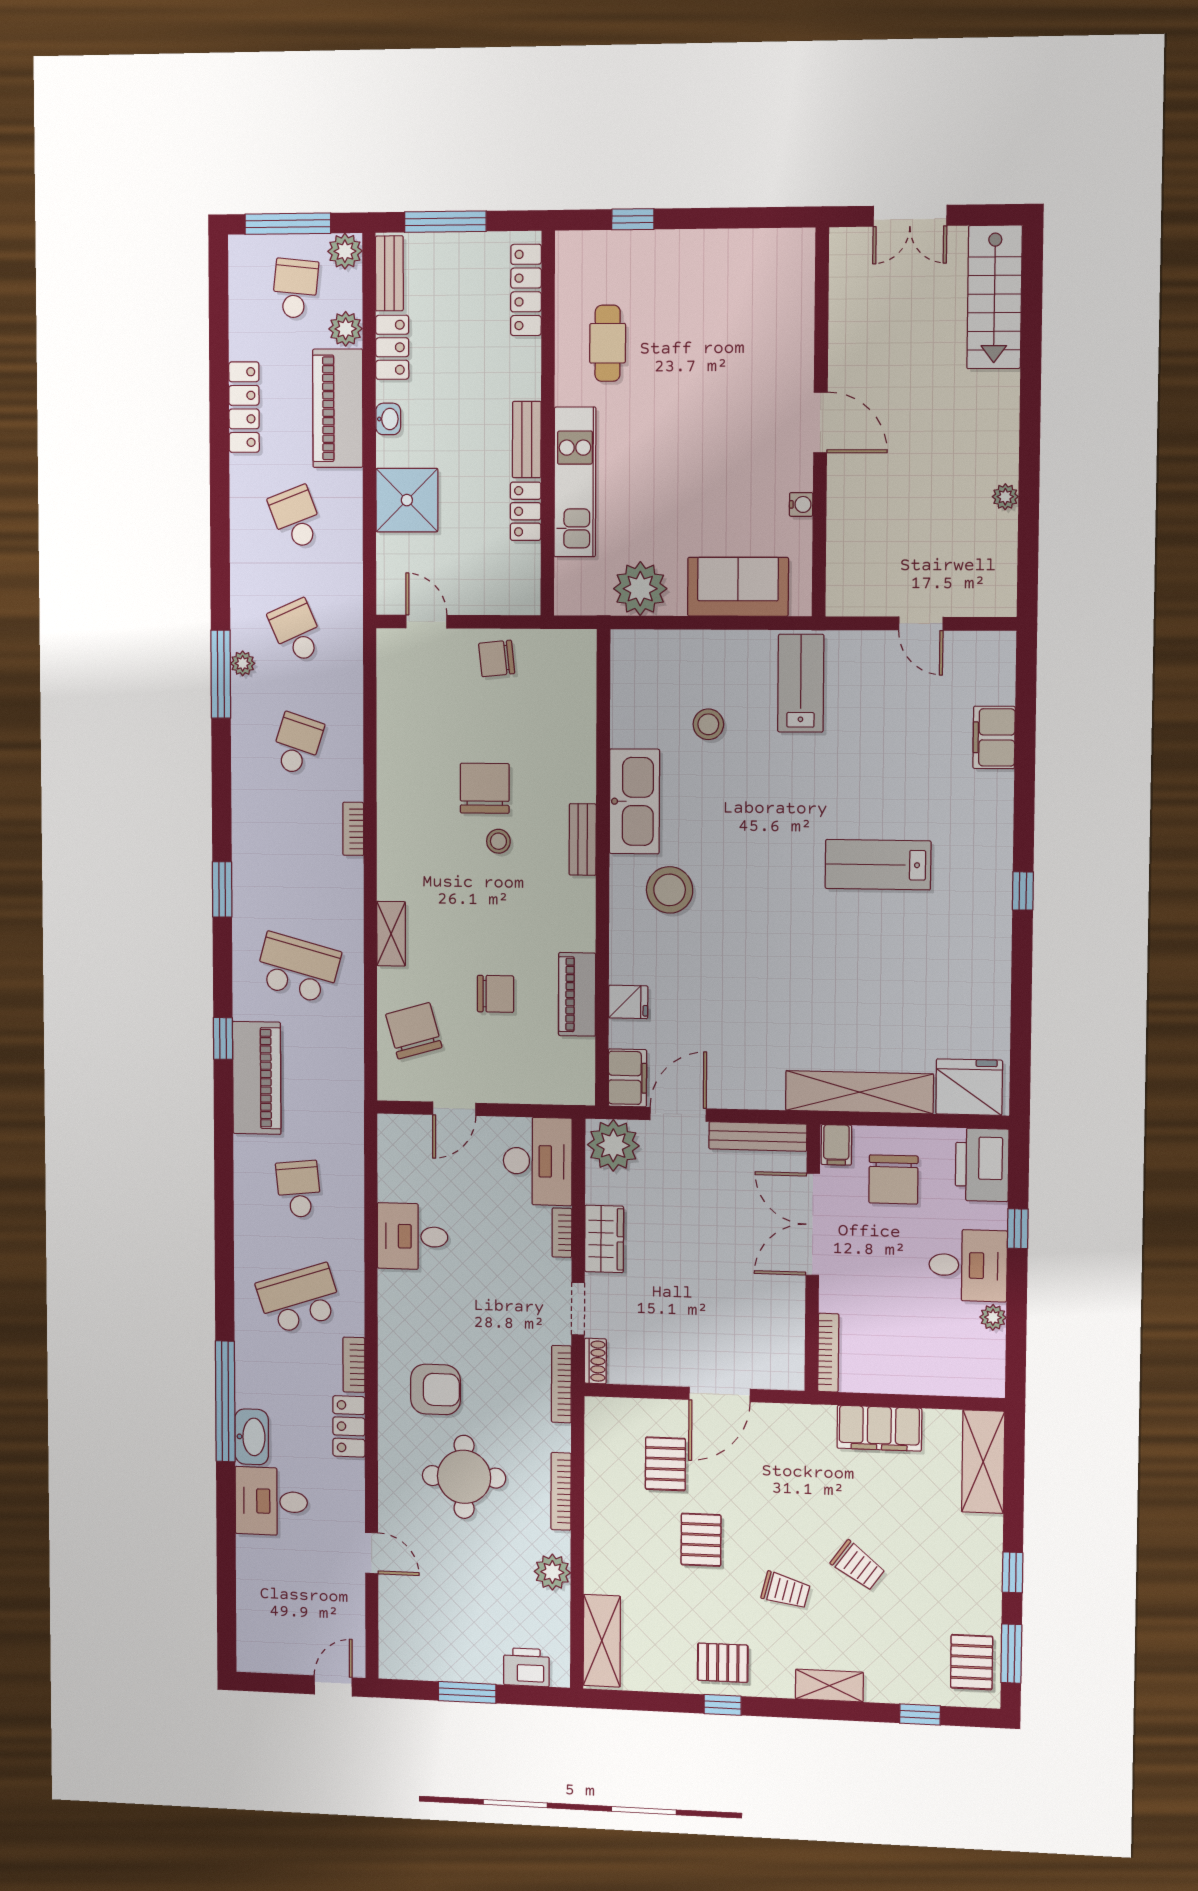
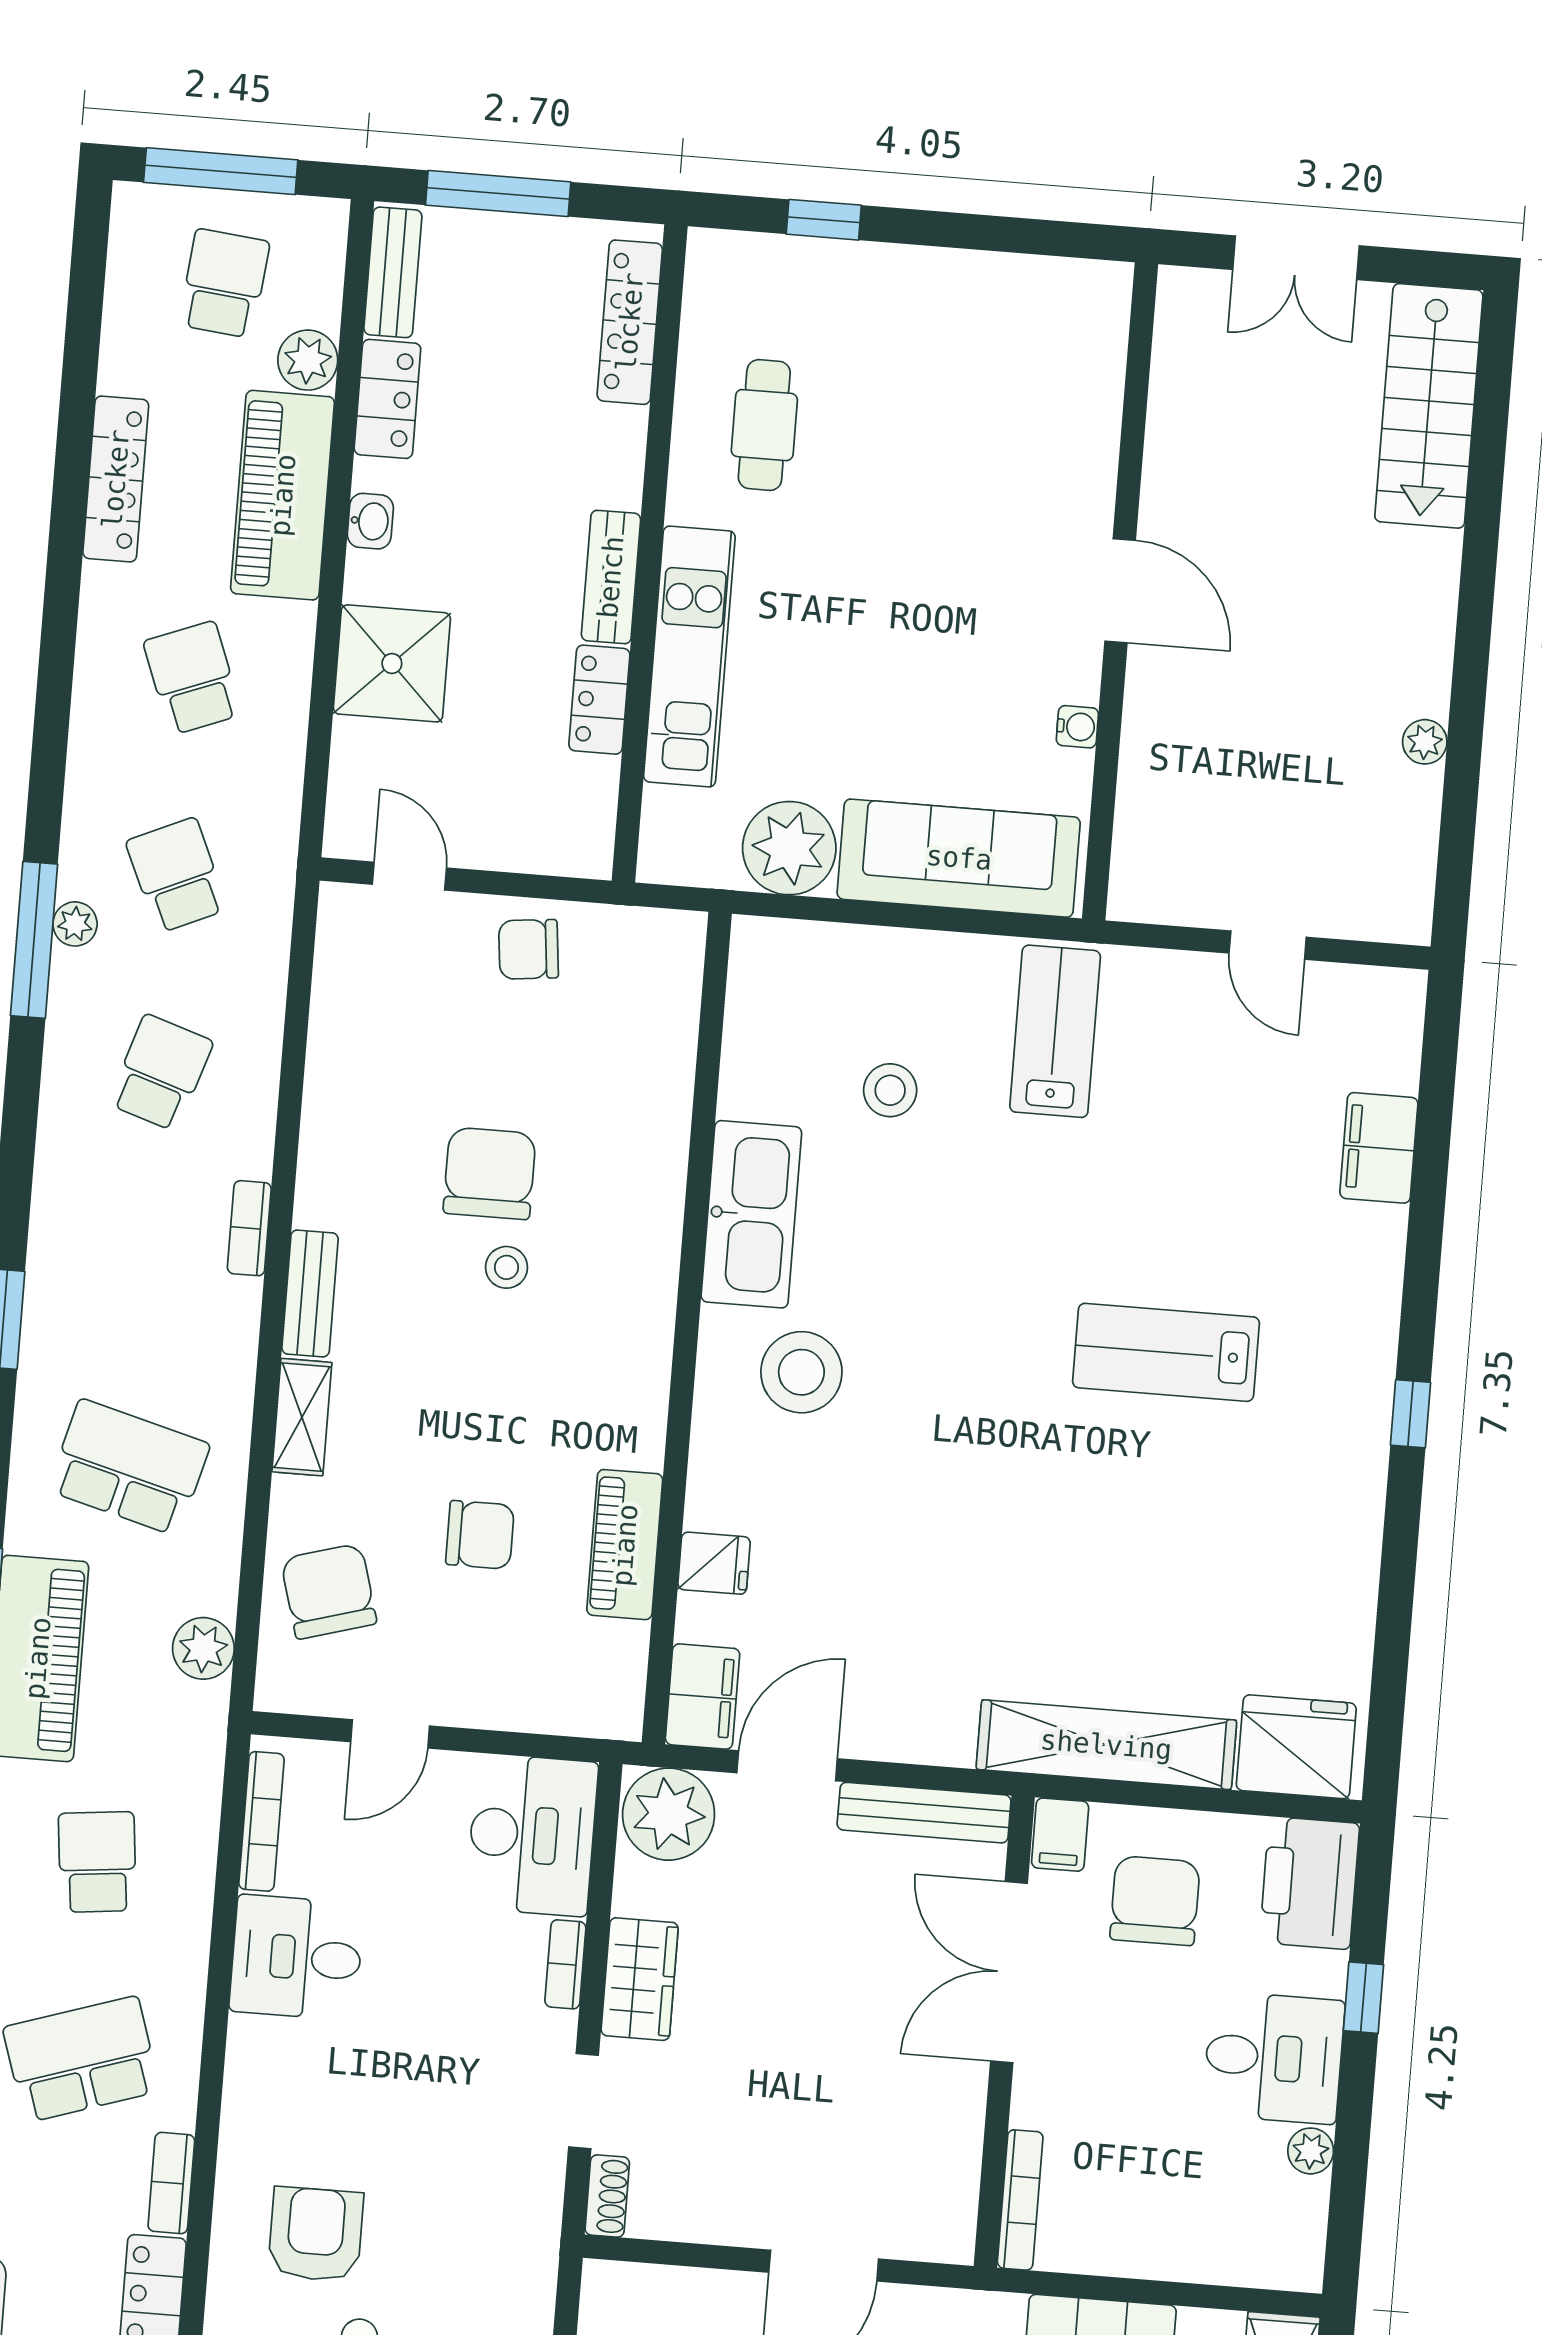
plant: (345, 251) -> (203, 1648), moved
sofa: (738, 587) -> (959, 858), width x1.36
bench: (583, 840) -> (310, 1293), moved
chair: (893, 1179) -> (1155, 1901), turned 180
bookcase: (561, 1384) -> (261, 1821), moved, turned 180
armchair: (435, 1389) -> (316, 2234), turned -90

